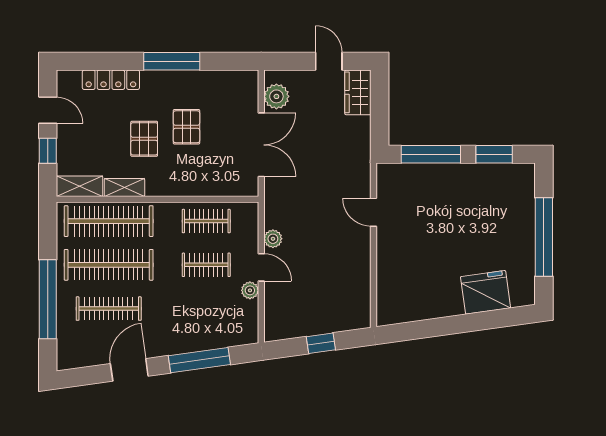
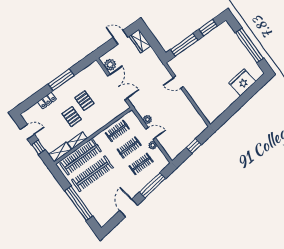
locker: (111, 80) -> (47, 100), width x0.66
clothes rail: (109, 309) -> (141, 164), moved, width x0.73

